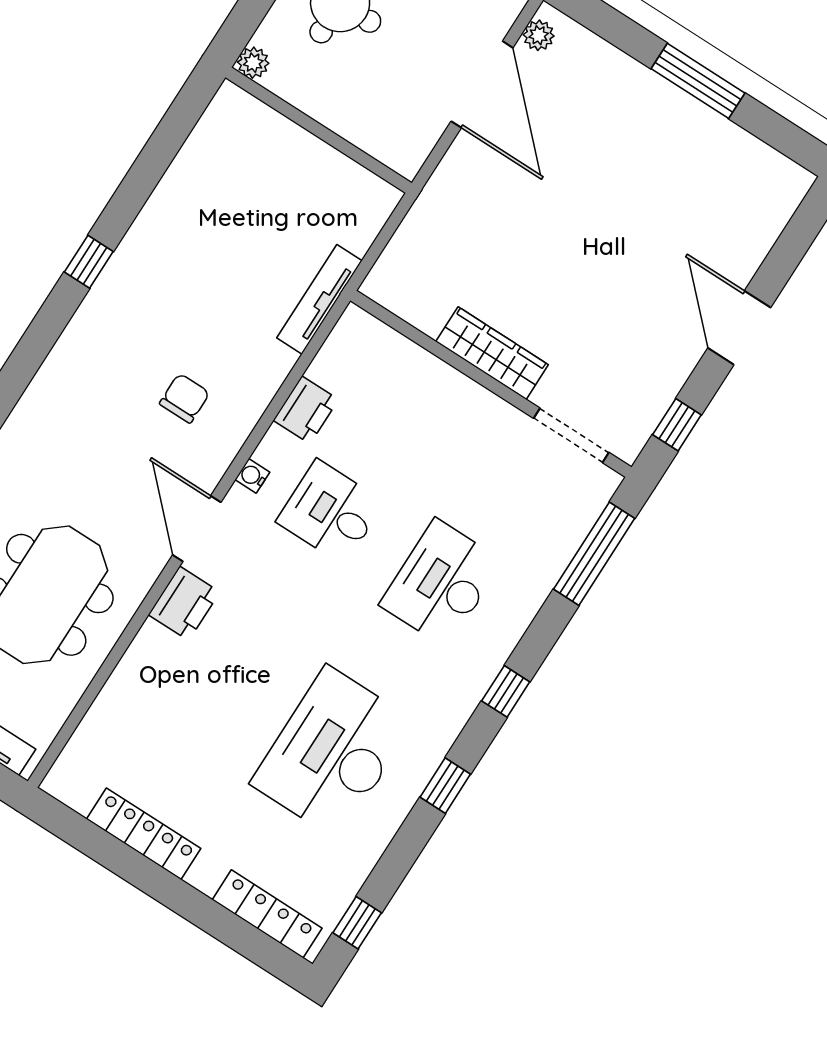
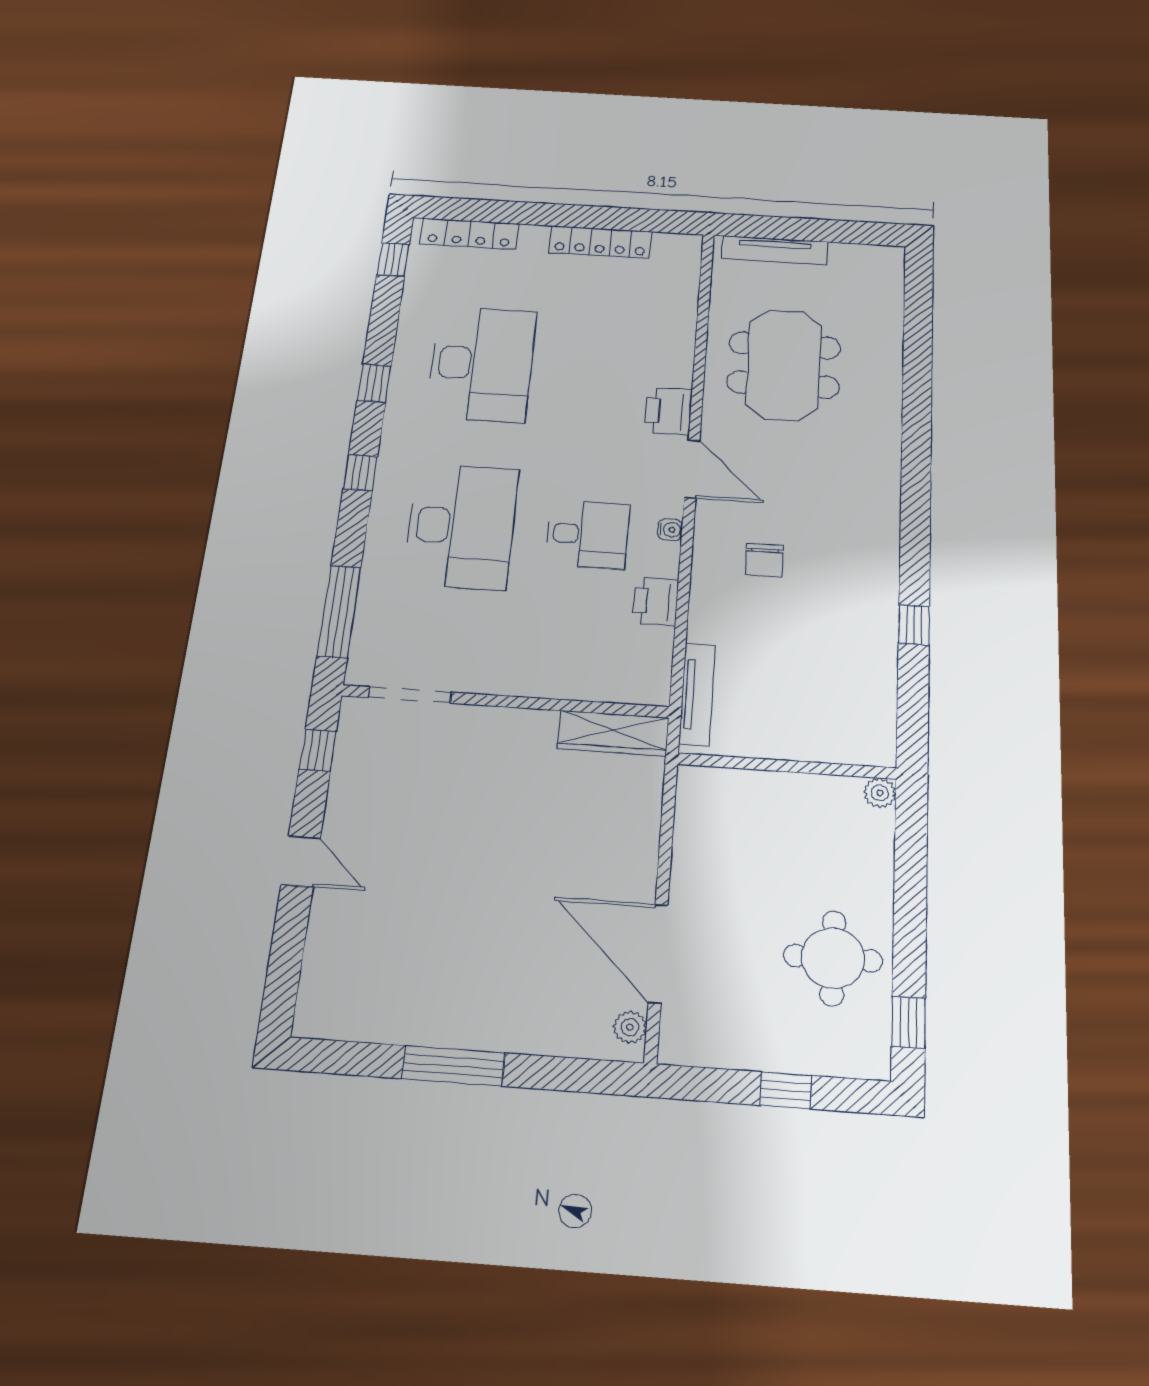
plant: (253, 63) -> (880, 793), moved
wall: (319, 130) -> (787, 766), moved
door: (739, 328) -> (301, 861), width x0.73
wardrobe: (492, 353) -> (613, 733), moved
desk: (441, 583) -> (461, 526), width x1.36, depth x1.30

